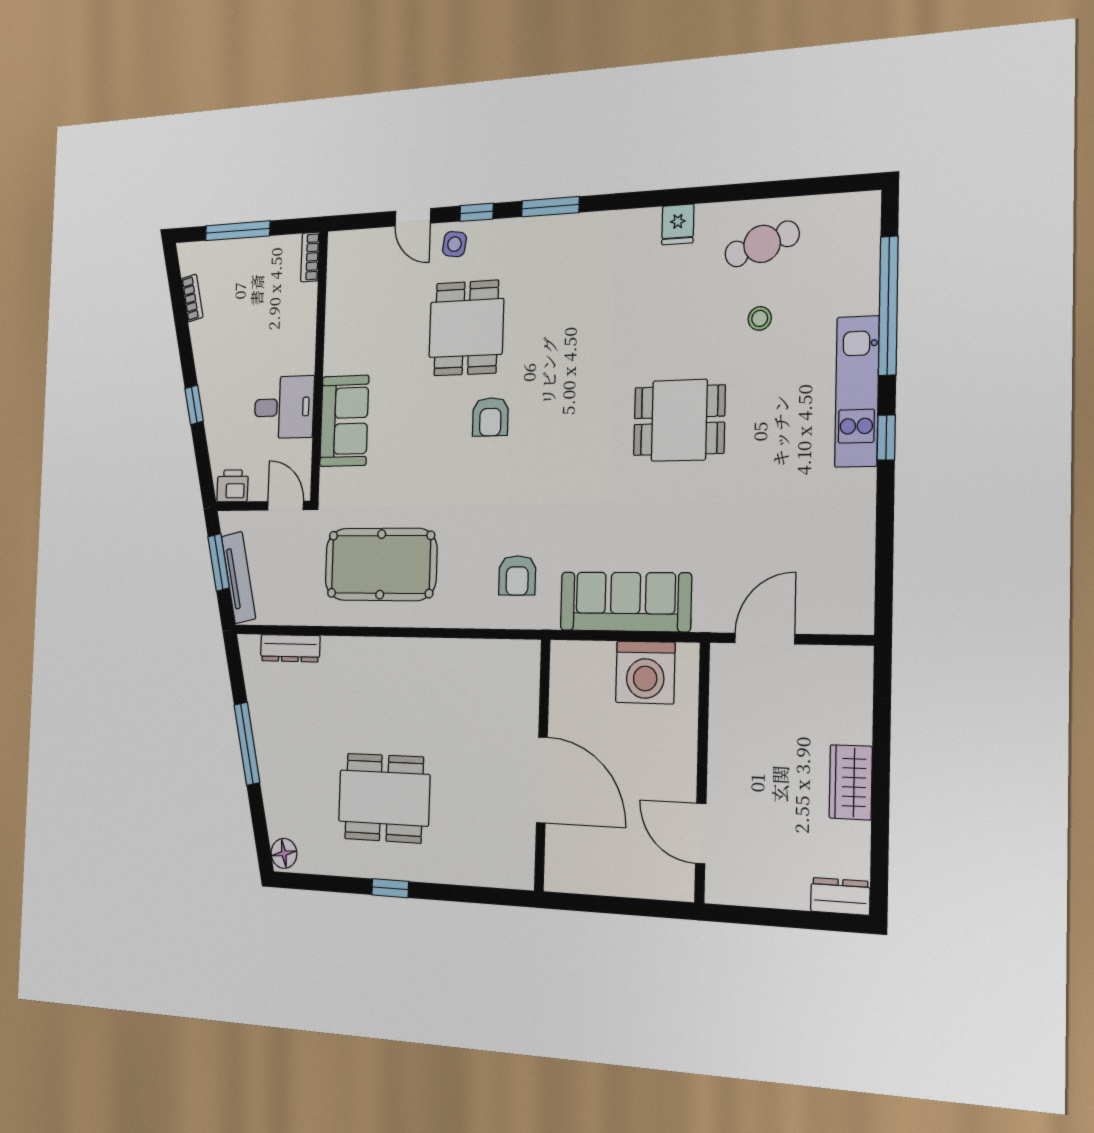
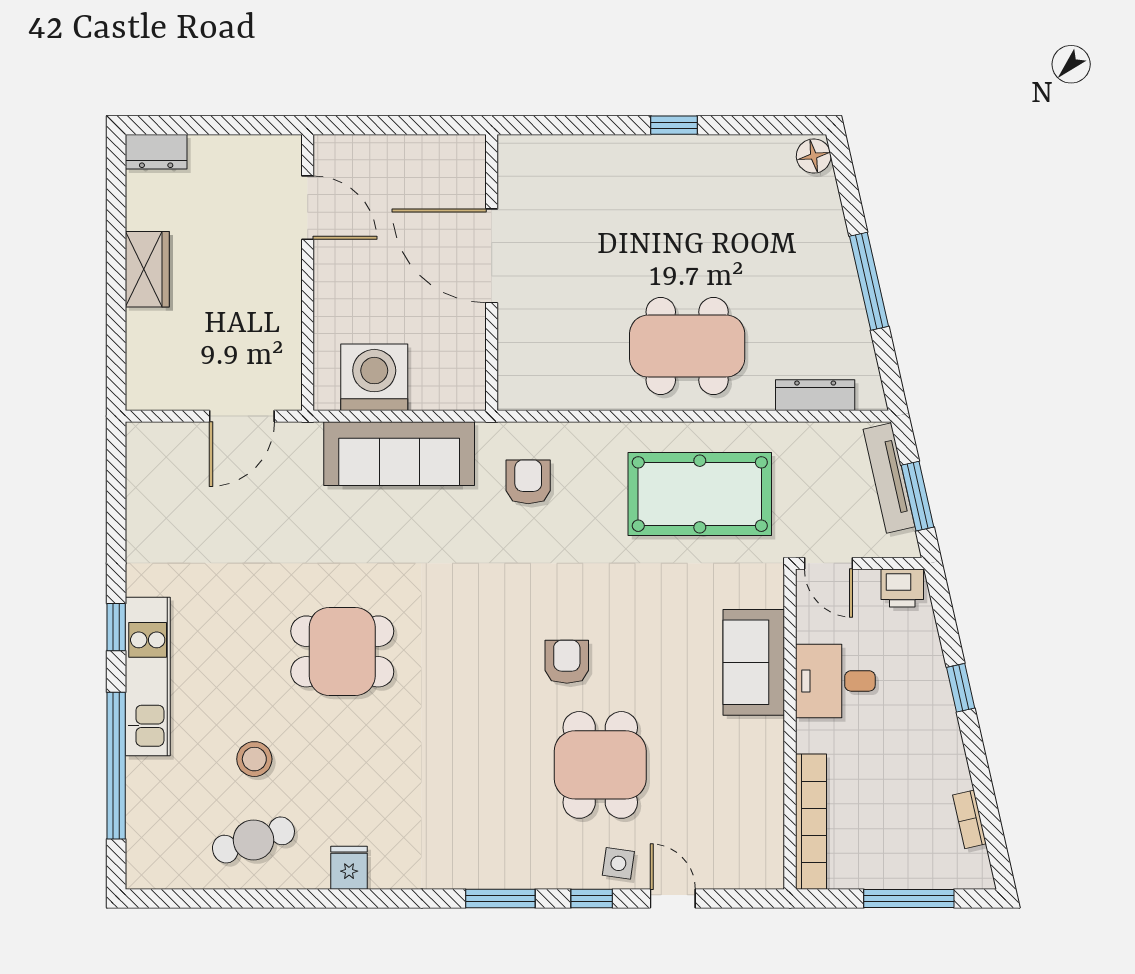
bookcase: (310, 257) -> (811, 822), width x2.31, depth x1.31
stool: (760, 318) -> (254, 759), width x1.37, depth x1.37
dining table: (384, 798) -> (687, 346), moved

